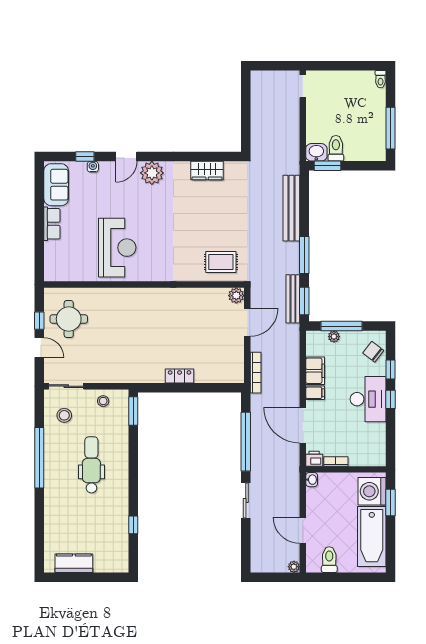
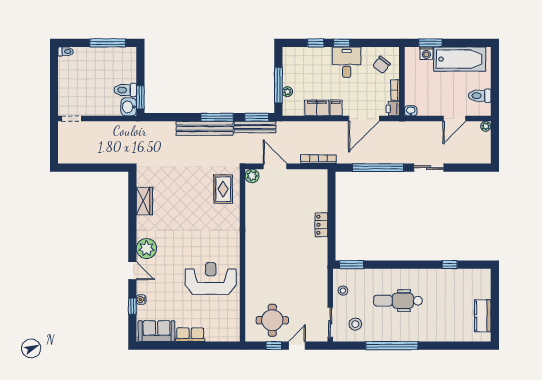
bench: (291, 208) -> (205, 128), moved
chair: (373, 352) -> (381, 65), moved
desk: (368, 399) -> (347, 62), width x0.73
washing machine: (372, 491) -> (426, 53), width x0.53, depth x0.53

